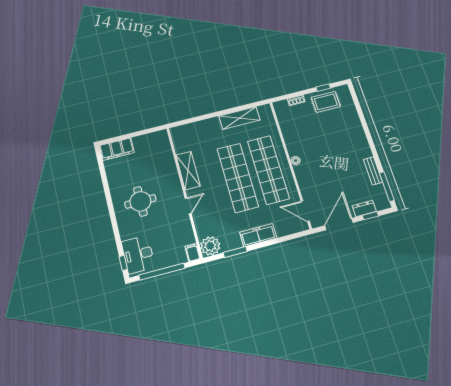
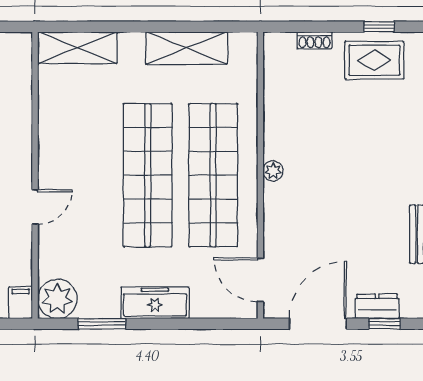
shelving: (188, 170) -> (77, 48), moved, turned 90

